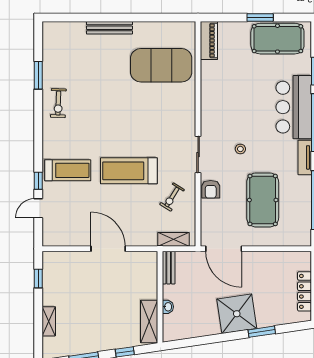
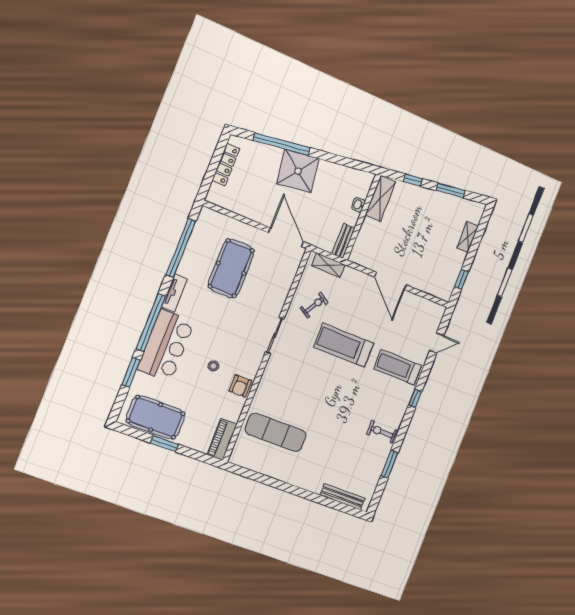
bench: (109, 28) -> (343, 497), moved
exercise mat: (161, 65) -> (276, 432), width x0.68
exercise bike: (58, 103) -> (382, 432), turned -92
stool: (240, 149) -> (213, 366), moved
treadmill: (129, 171) -> (344, 345), turned 180
window: (38, 181) -> (415, 398), moved
armchair: (211, 189) -> (240, 386), moved, turned 180
window: (262, 332) -> (281, 144), width x2.11

